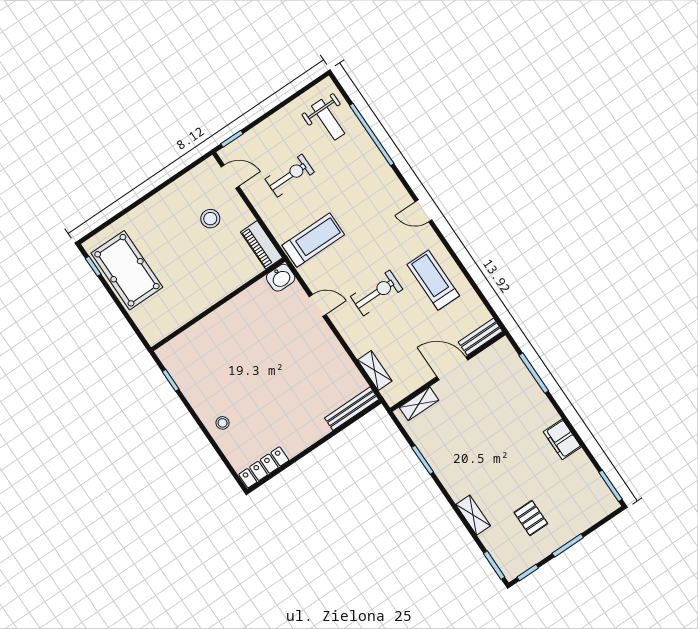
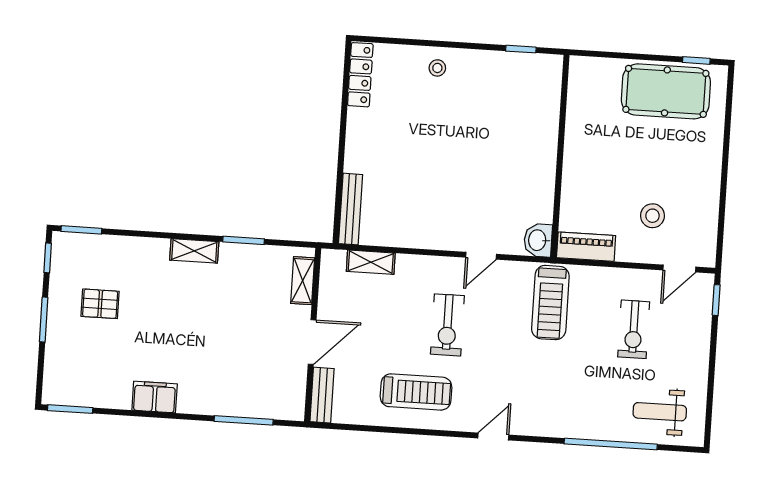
shelving: (473, 515) -> (194, 251), moved

